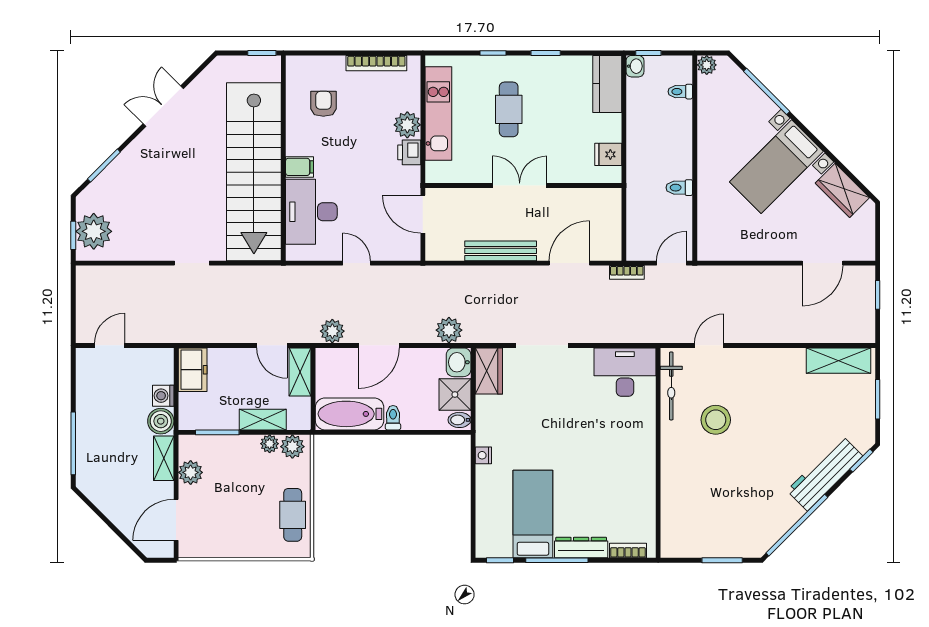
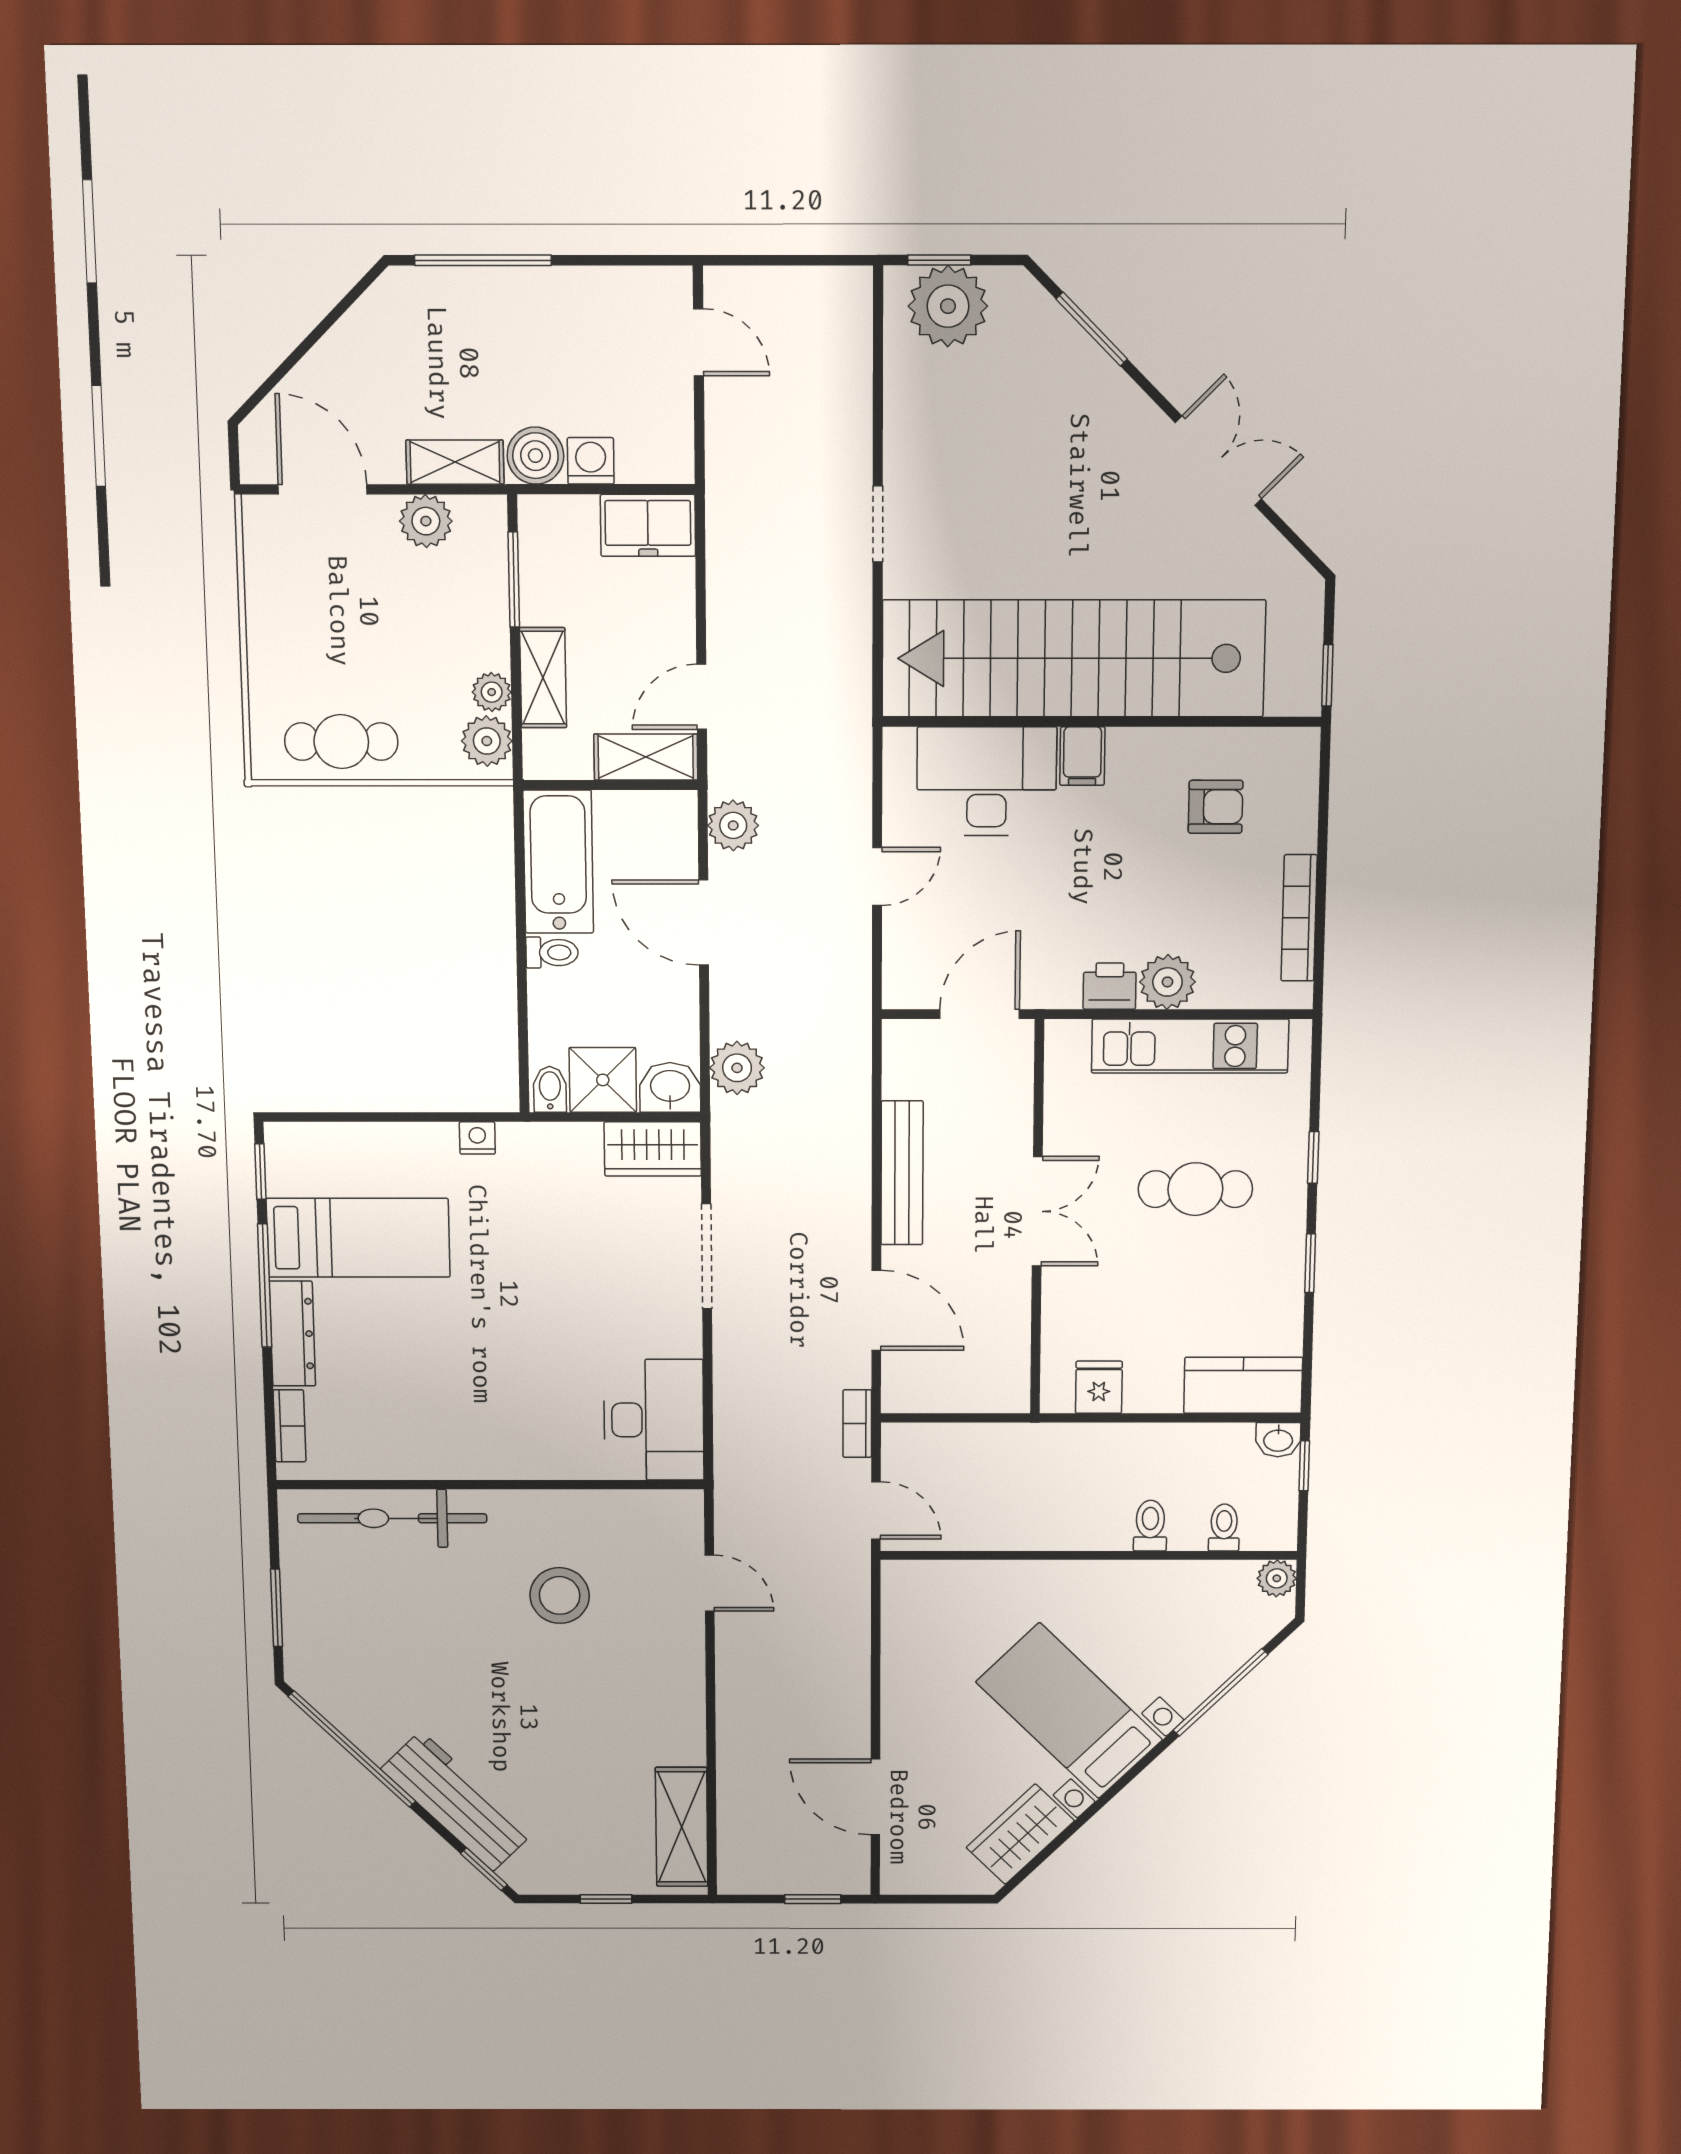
toilet: (679, 188) -> (1150, 1526), moved
bicycle: (671, 386) -> (392, 1518), moved, width x1.37, depth x1.40
window: (878, 399) -> (606, 1899), width x0.67

